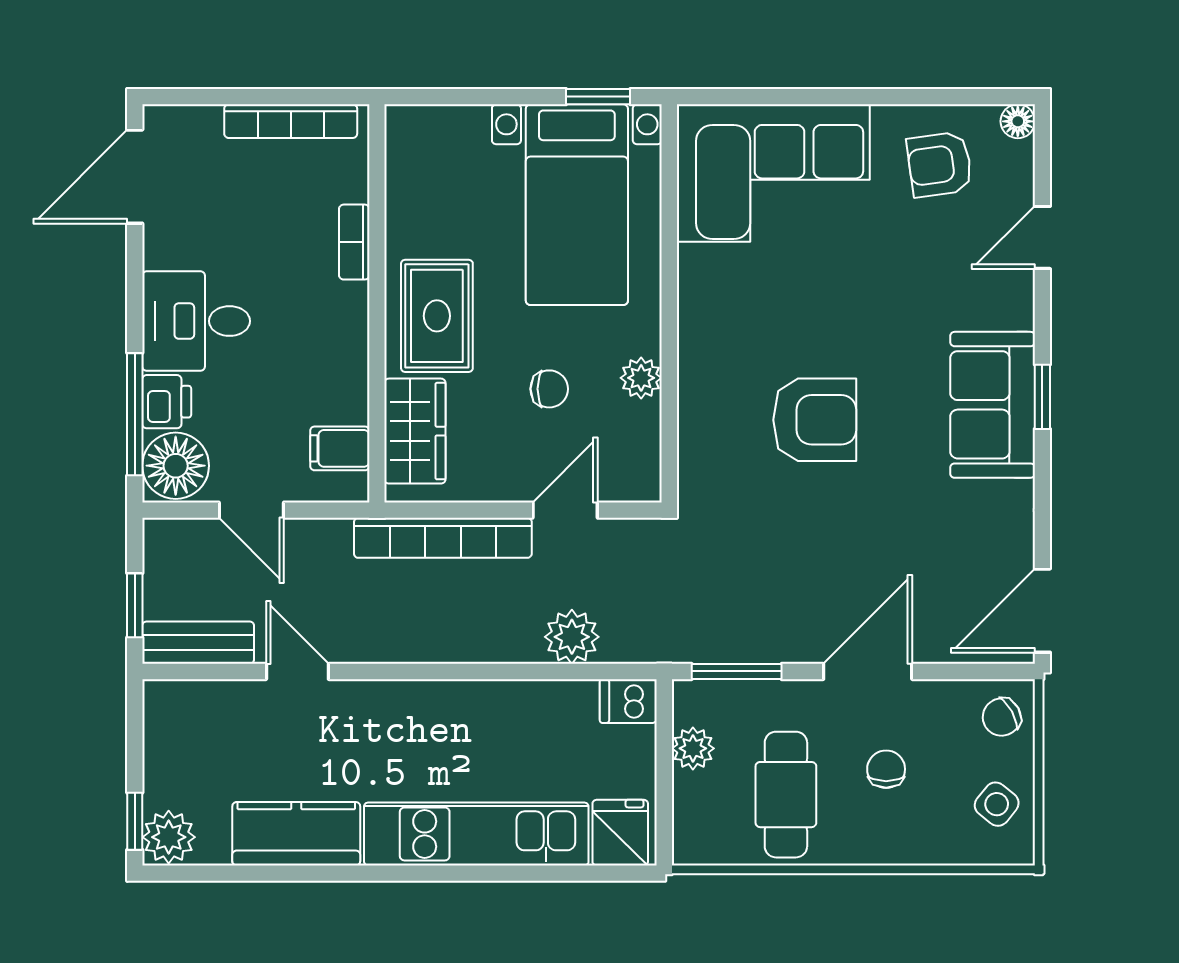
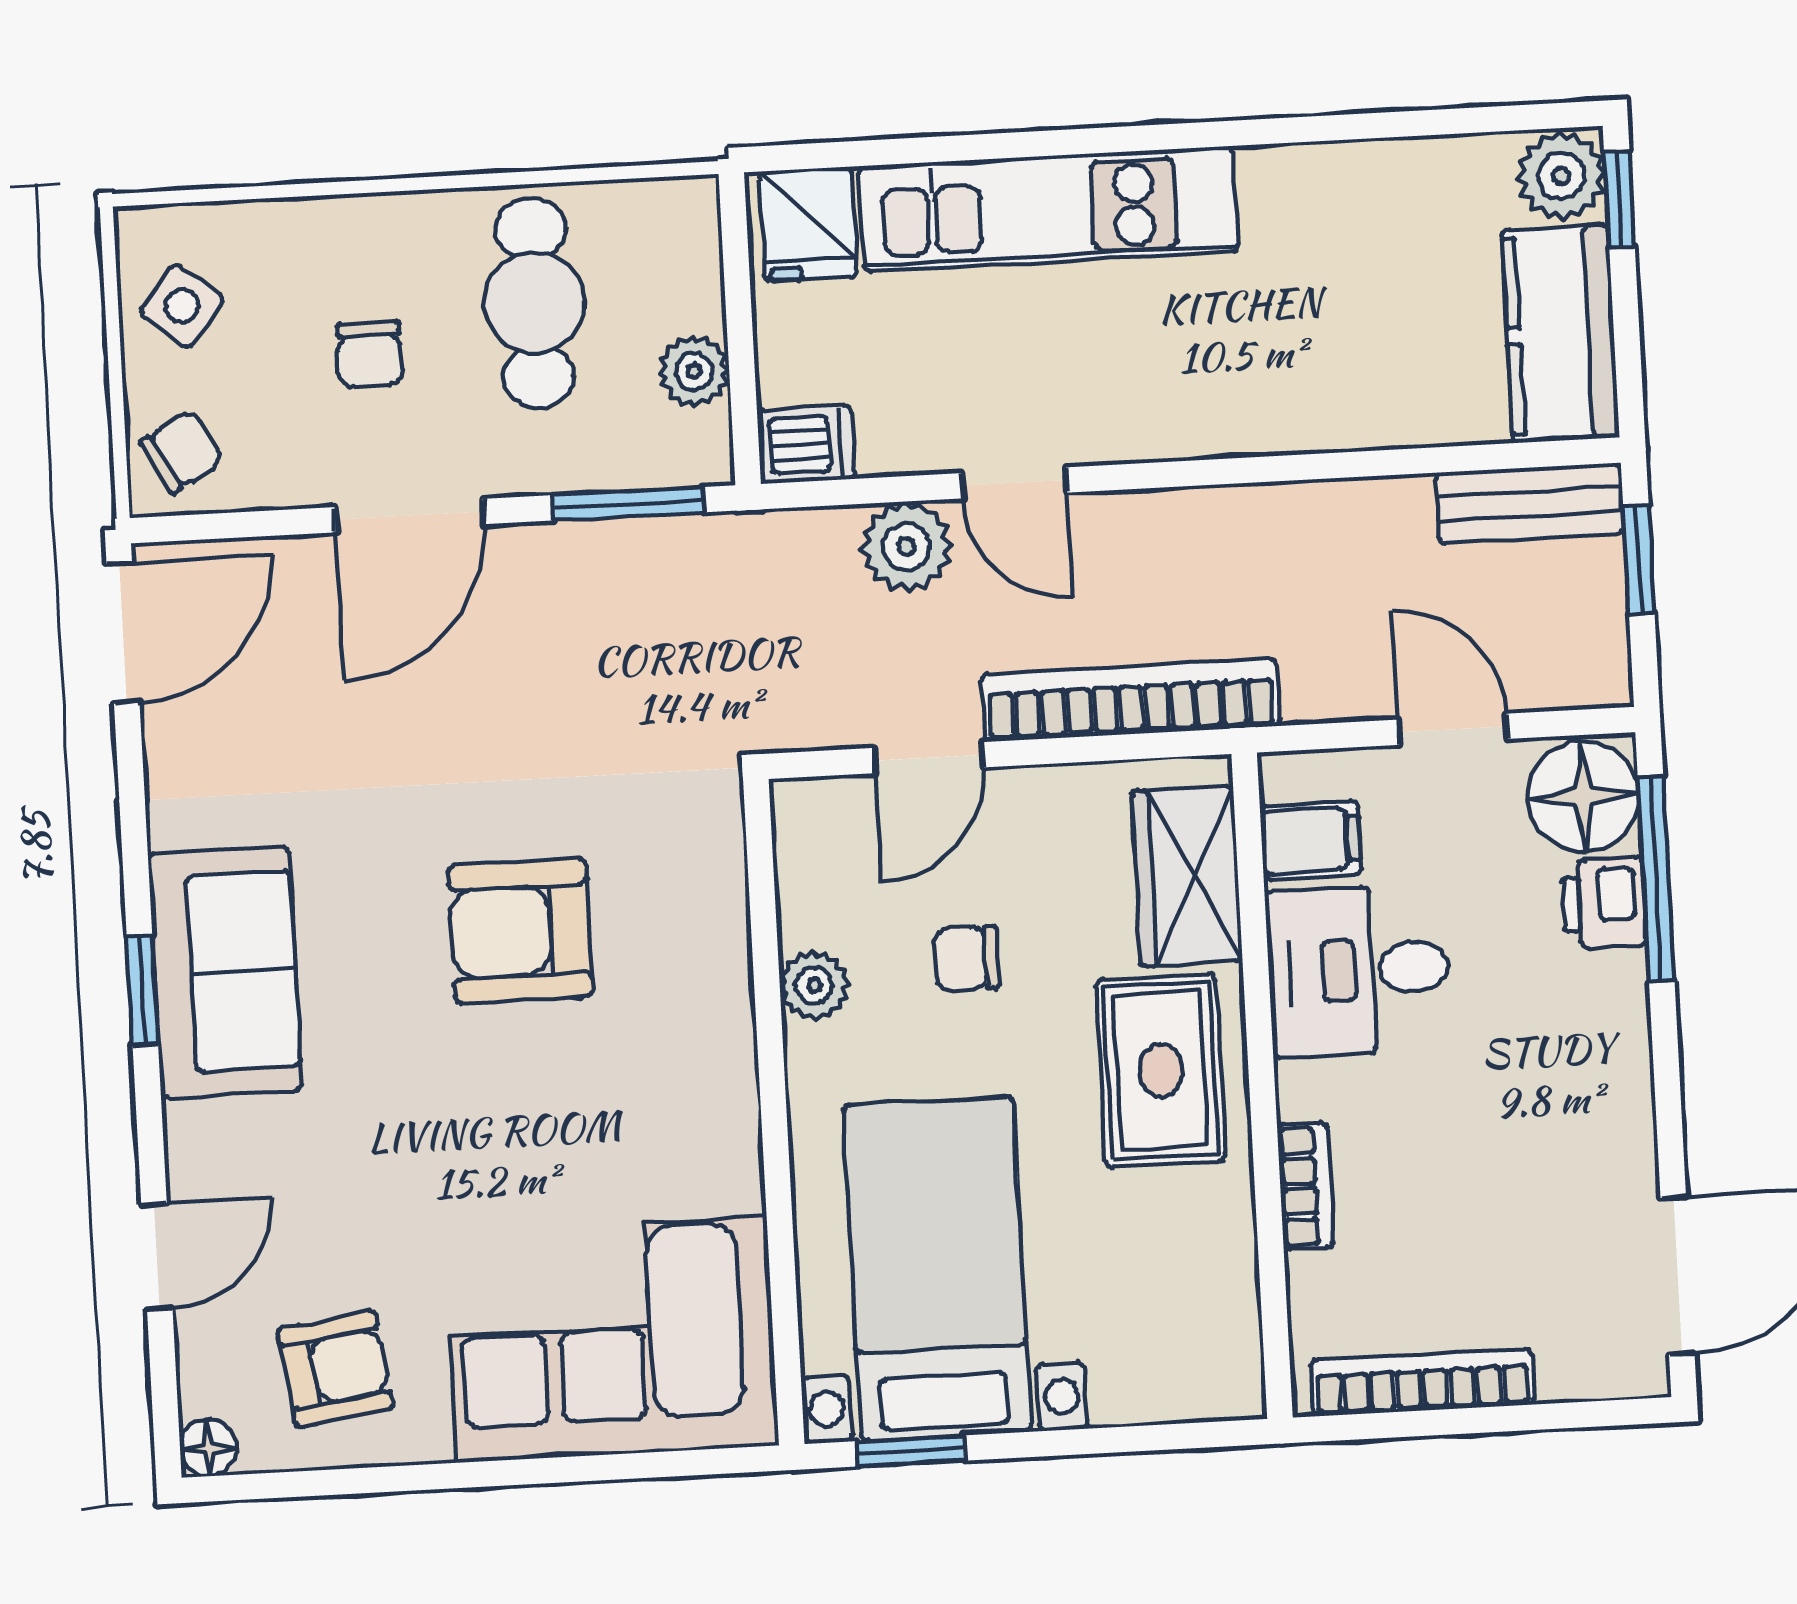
desk: (196, 321) -> (1359, 970), moved, turned 180
door: (297, 671) -> (1014, 483), moved
kitchen counter: (296, 834) -> (1561, 334), moved, turned 90

